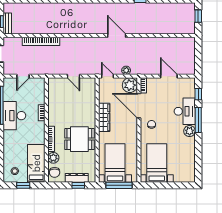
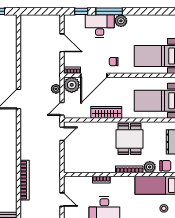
door: (73, 76) -> (62, 134), moved
door: (169, 76) -> (62, 43), swing flipped

